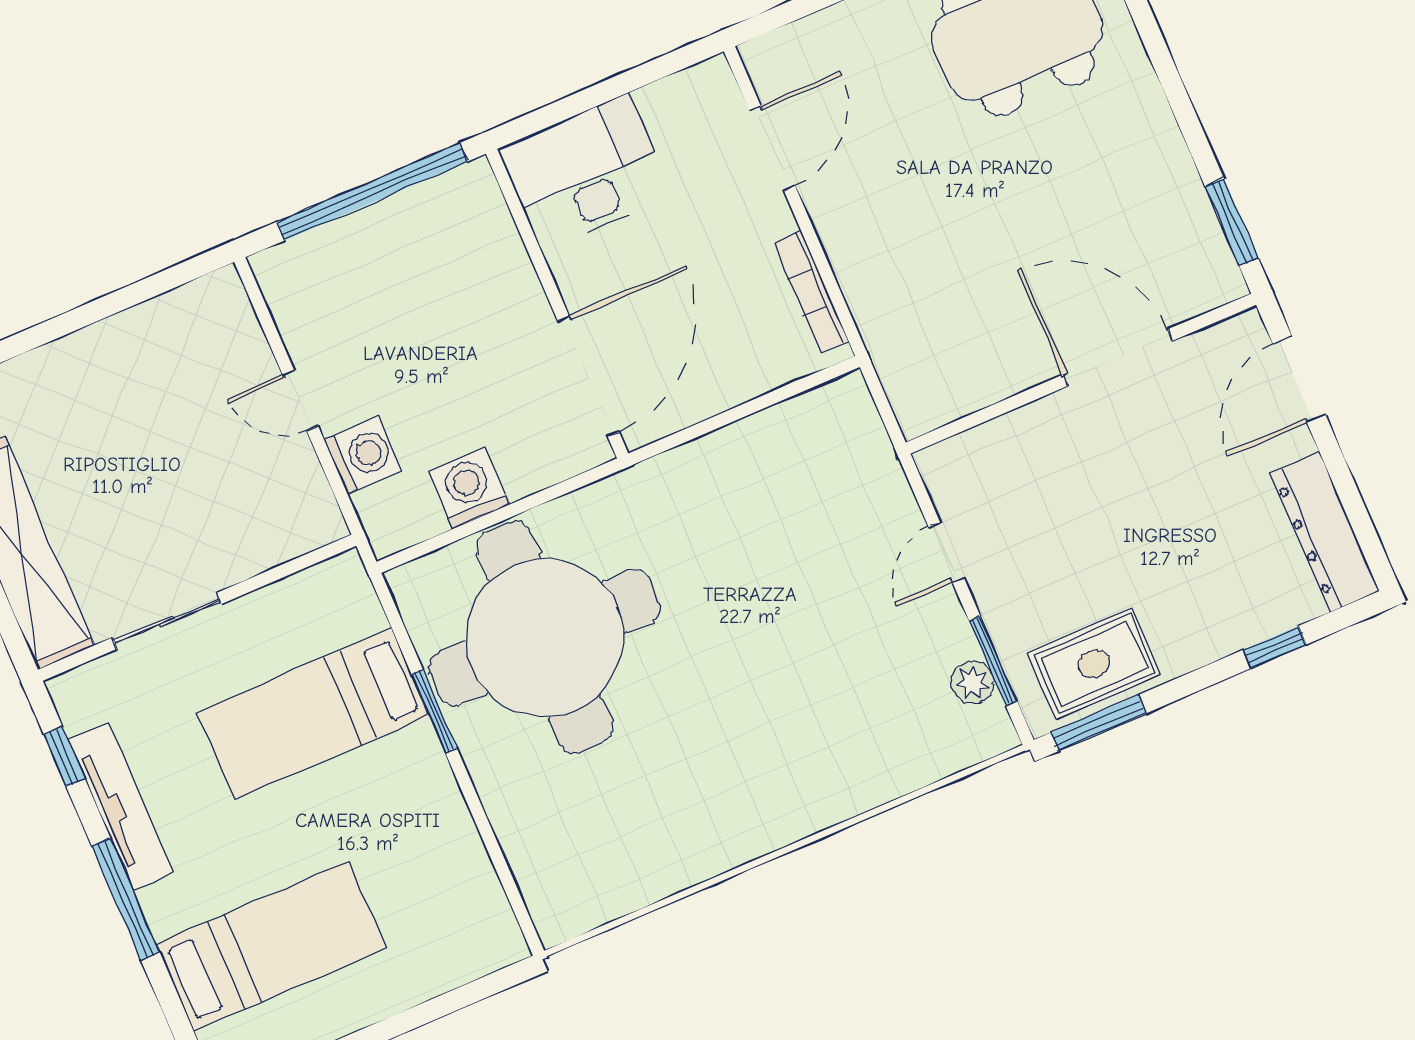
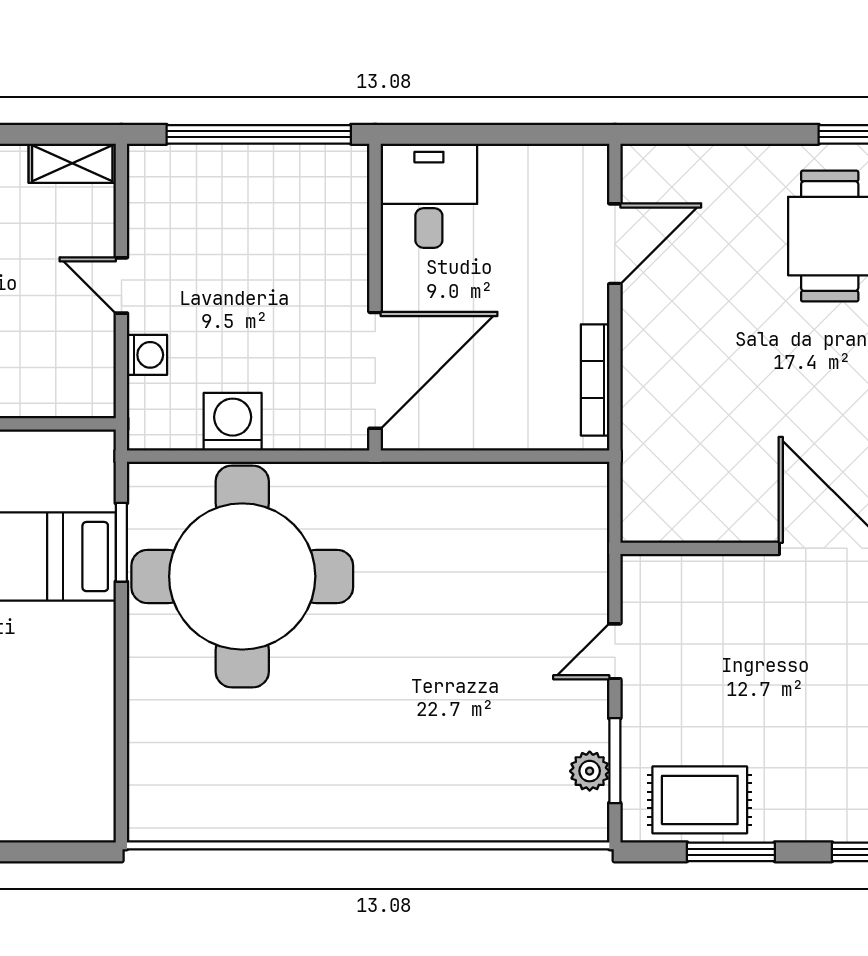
desk: (585, 172) -> (429, 196), width x0.73
shelving: (199, 300) -> (72, 163), added
washing machine: (363, 455) -> (147, 355), width x0.73, depth x0.73
window: (434, 711) -> (121, 542), moved
window: (1098, 723) -> (731, 852), moved

